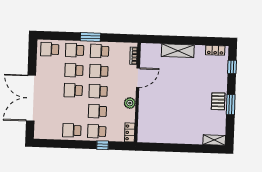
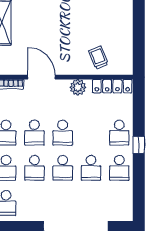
school desk: (97, 111) -> (91, 168), moved
trolley: (150, 118) -> (98, 58), added
locker: (130, 132) -> (112, 86), width x1.53
window: (103, 145) -> (139, 145), moved

